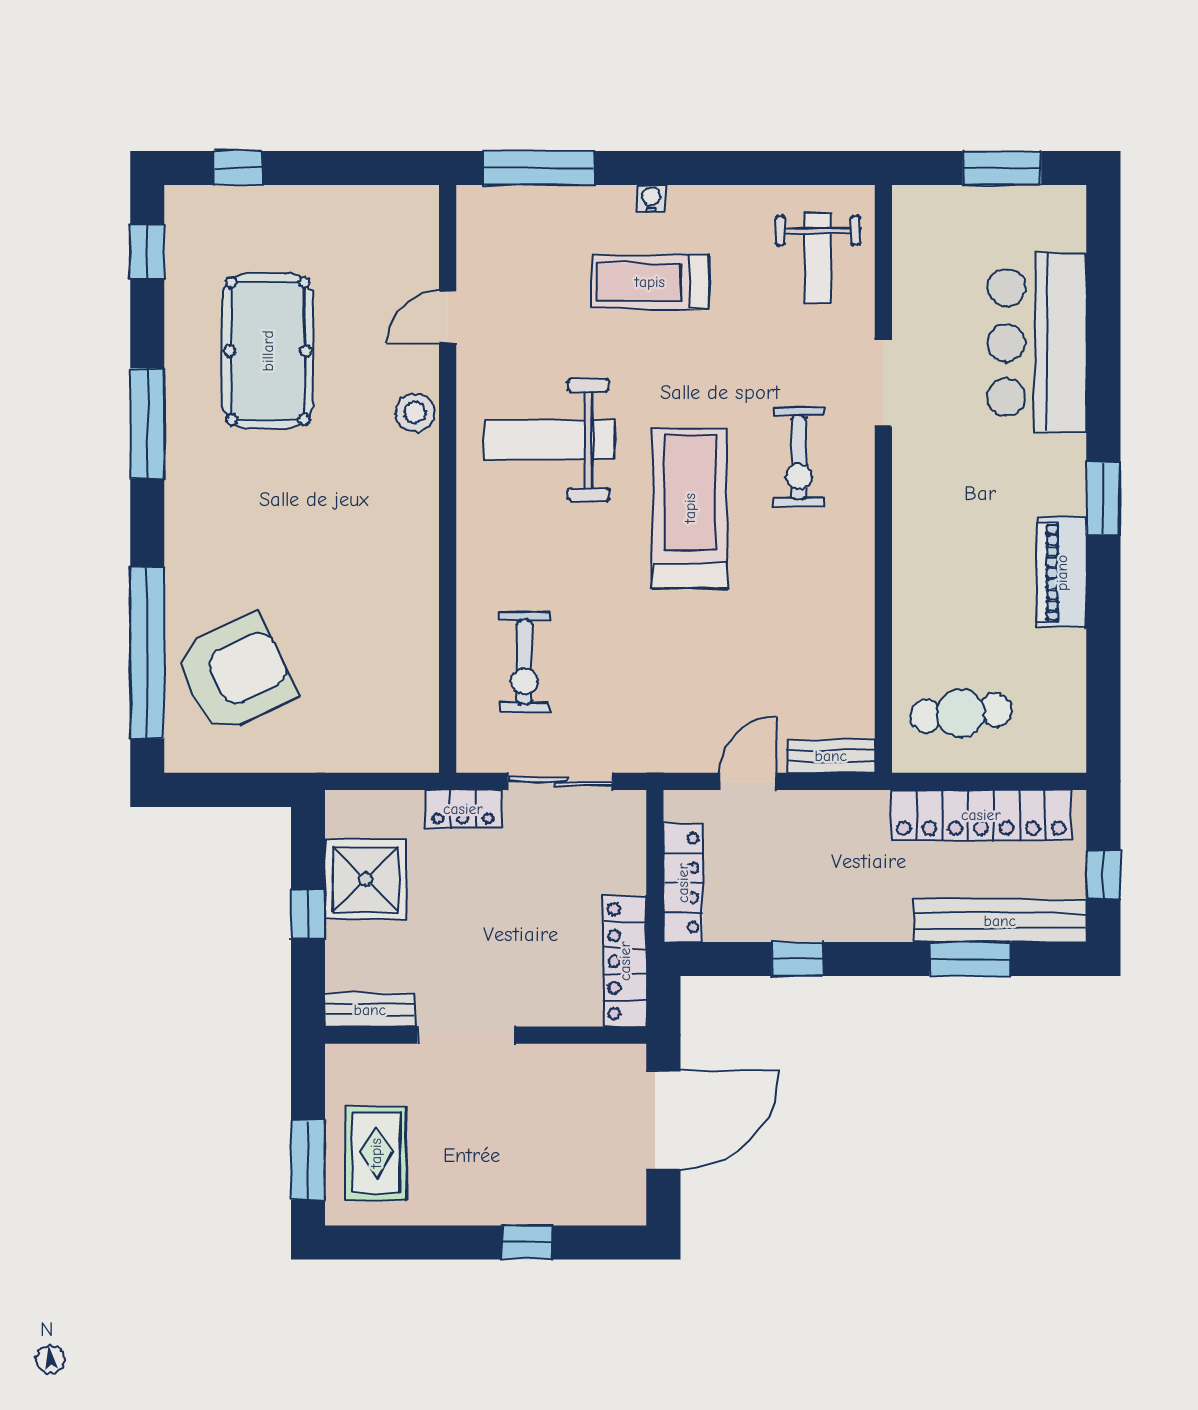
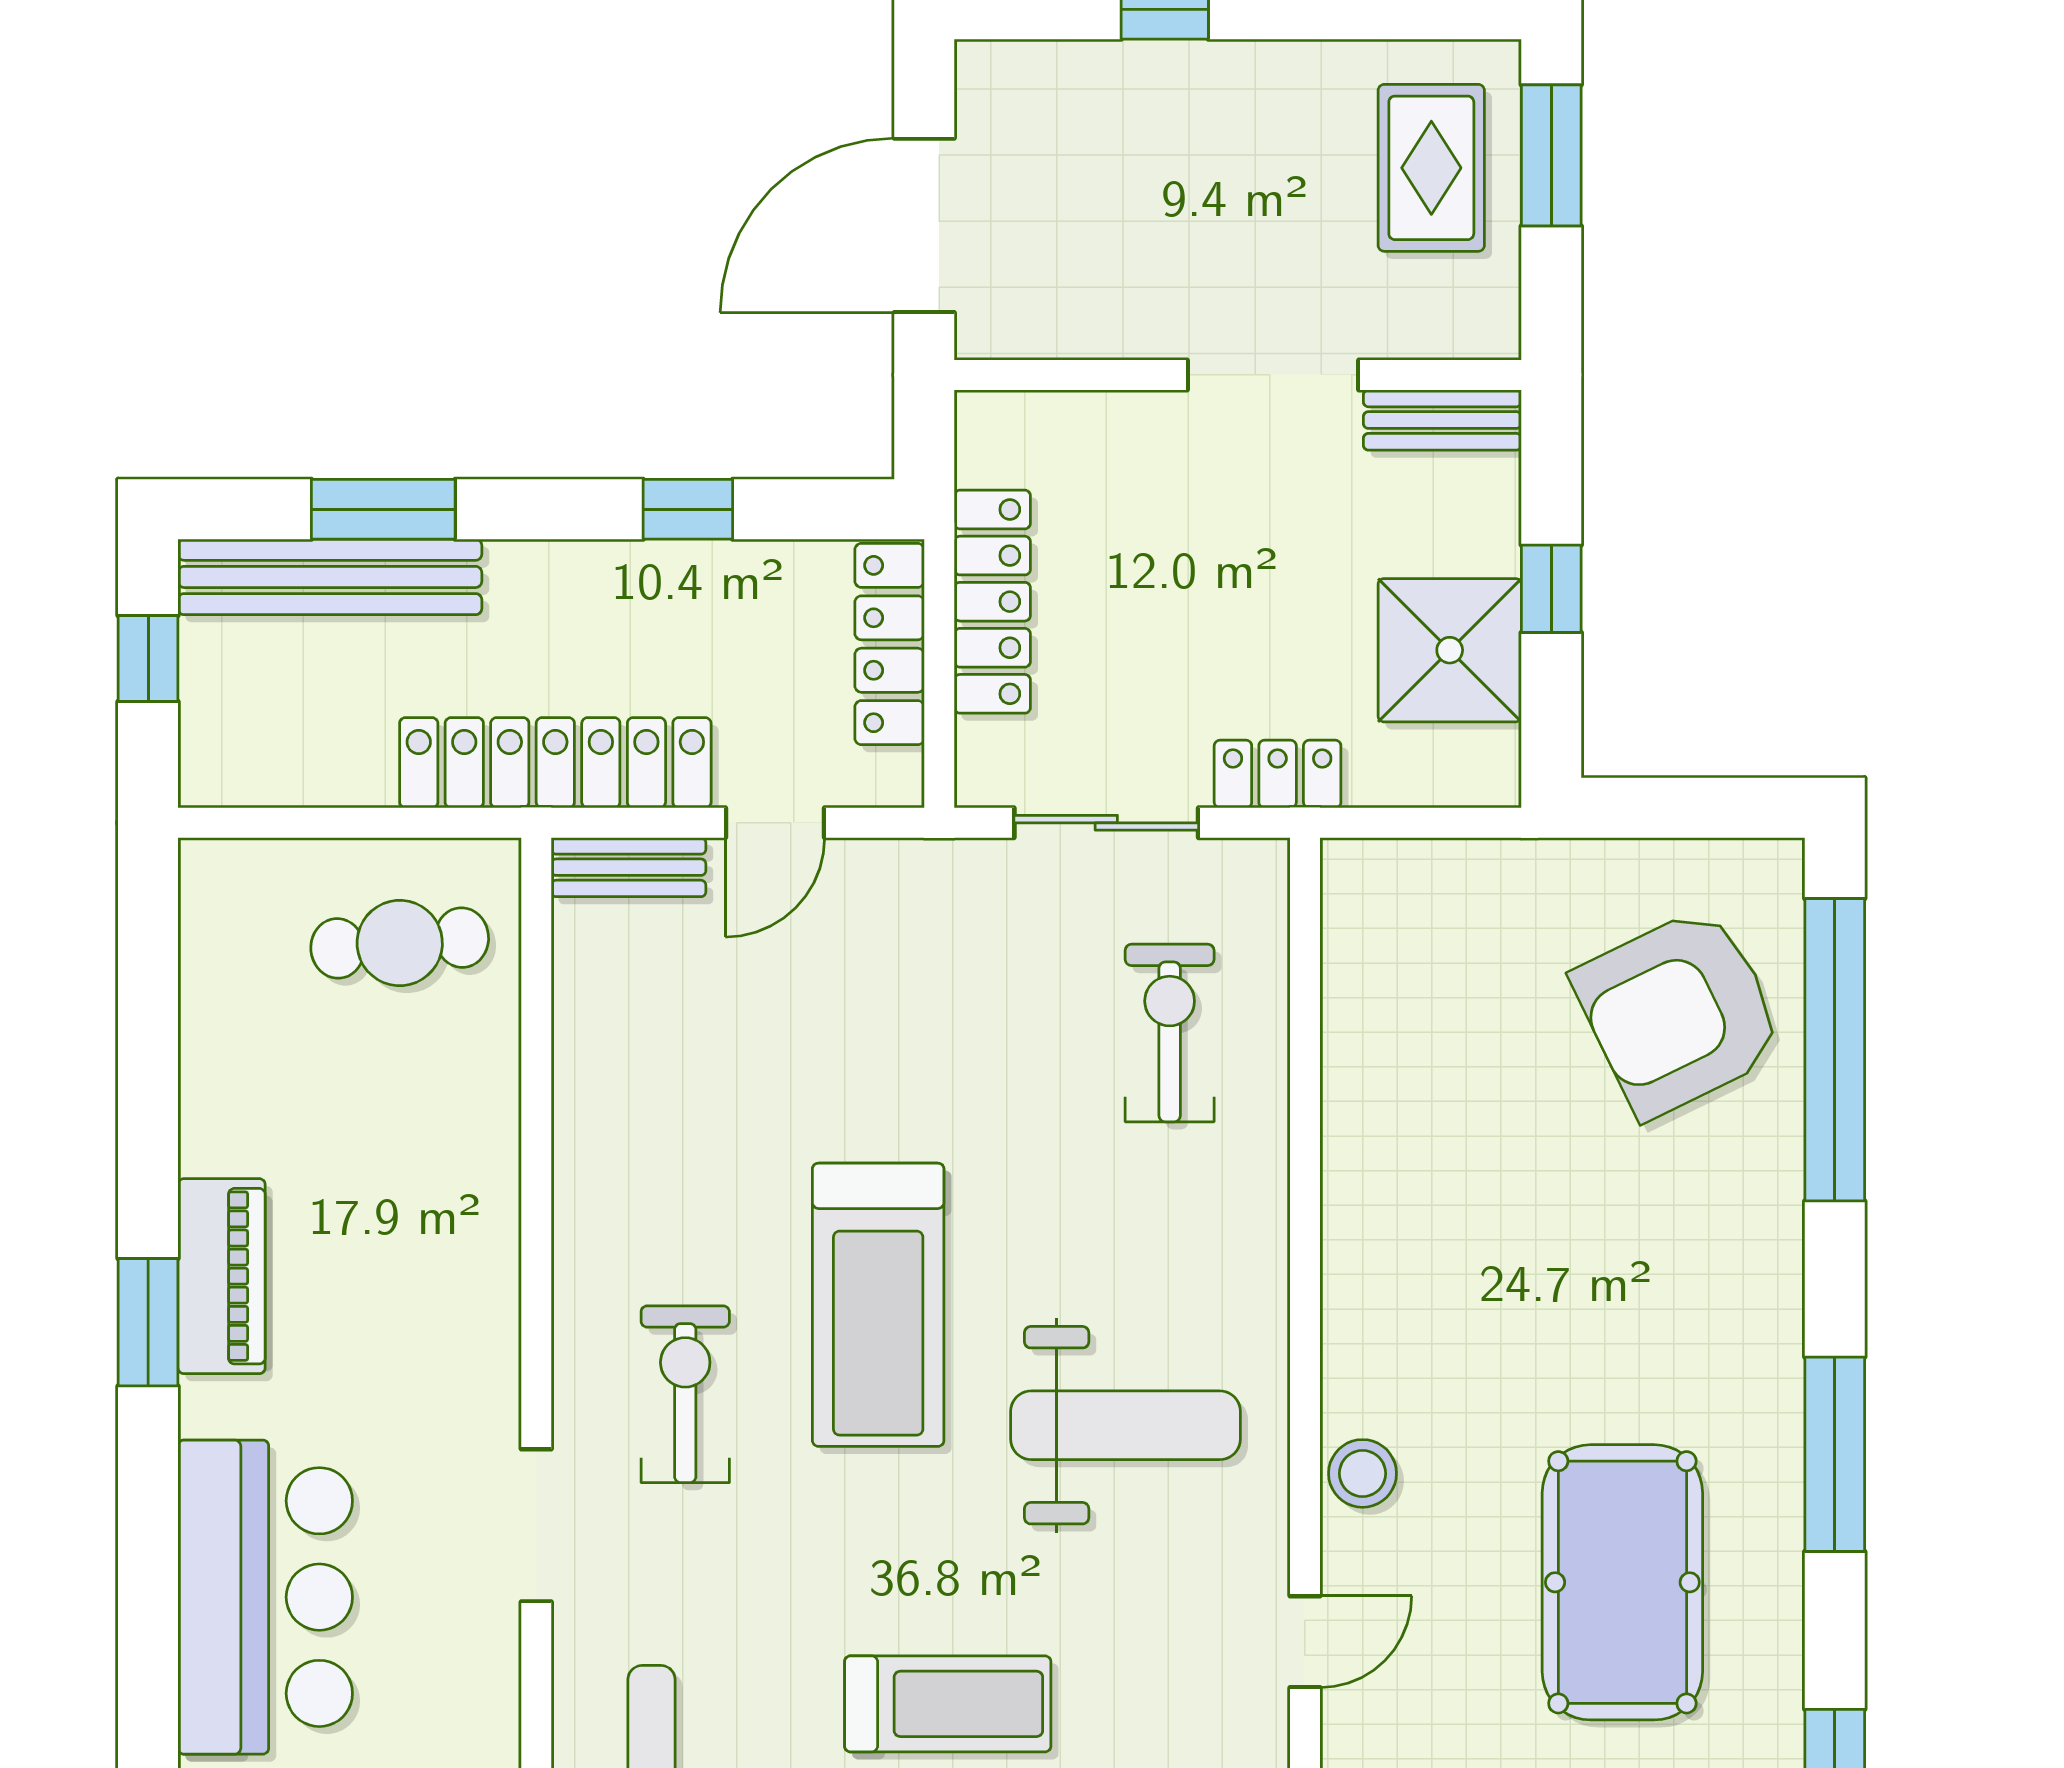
piano: (1062, 573) -> (222, 1276), moved
locker: (981, 815) -> (555, 763), moved
locker: (625, 961) -> (992, 602), moved

